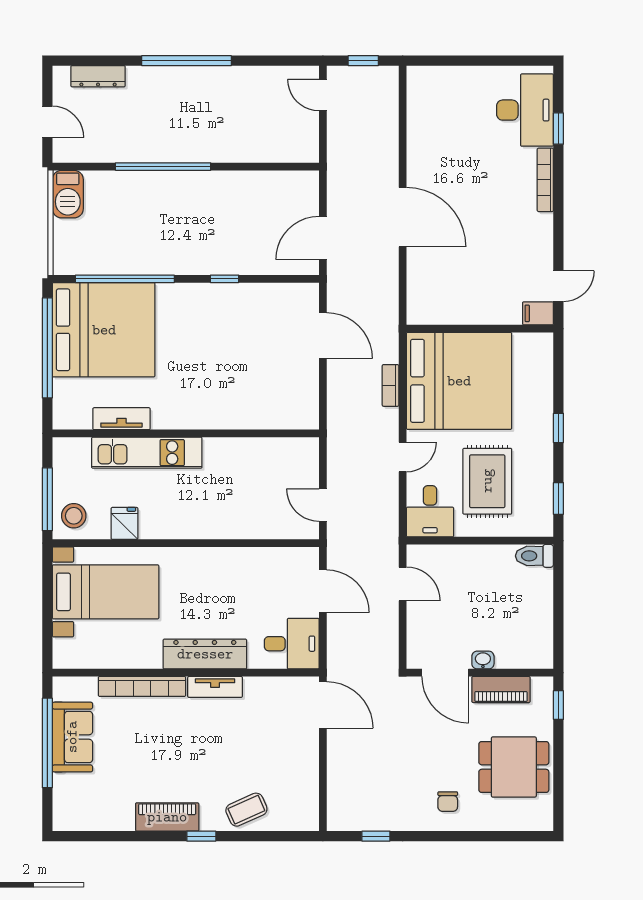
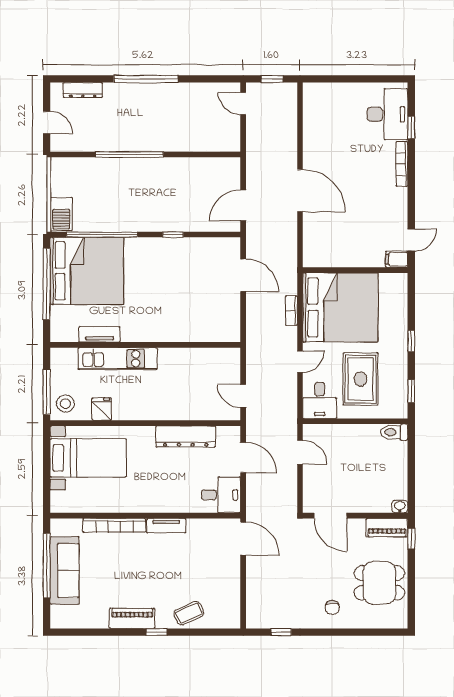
barbecue: (68, 194) -> (61, 214), moved
dresser: (205, 654) -> (186, 436), moved, turned 180
washbasin: (483, 660) -> (400, 507), moved
piano: (501, 689) -> (387, 528), moved
sofa: (72, 737) -> (65, 570), width x1.36

